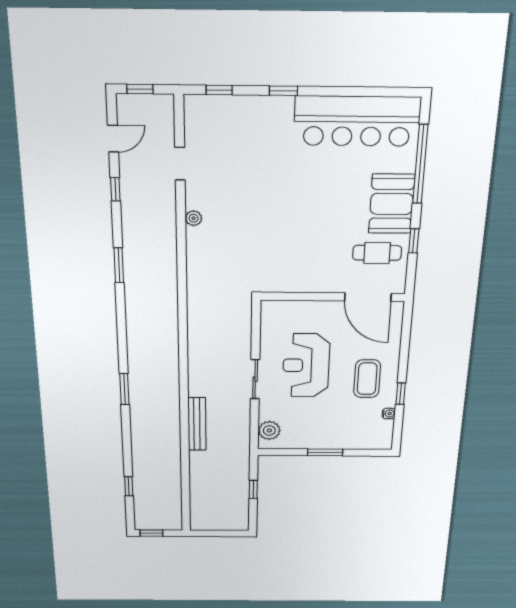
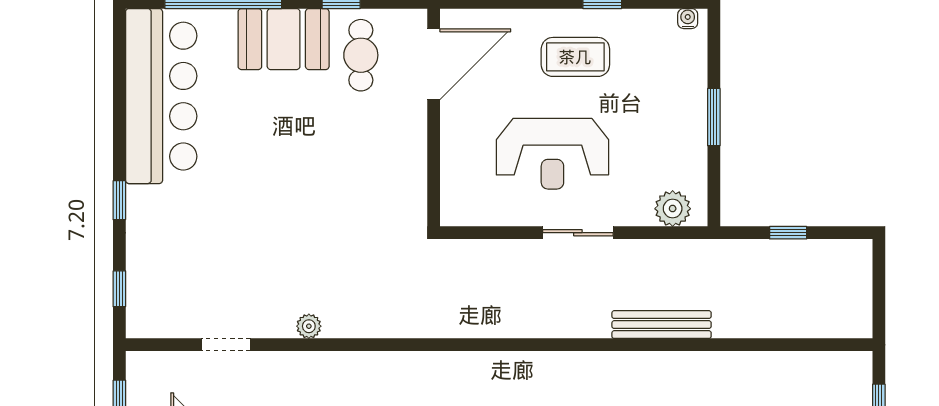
water cooler: (389, 414) -> (688, 19), moved

